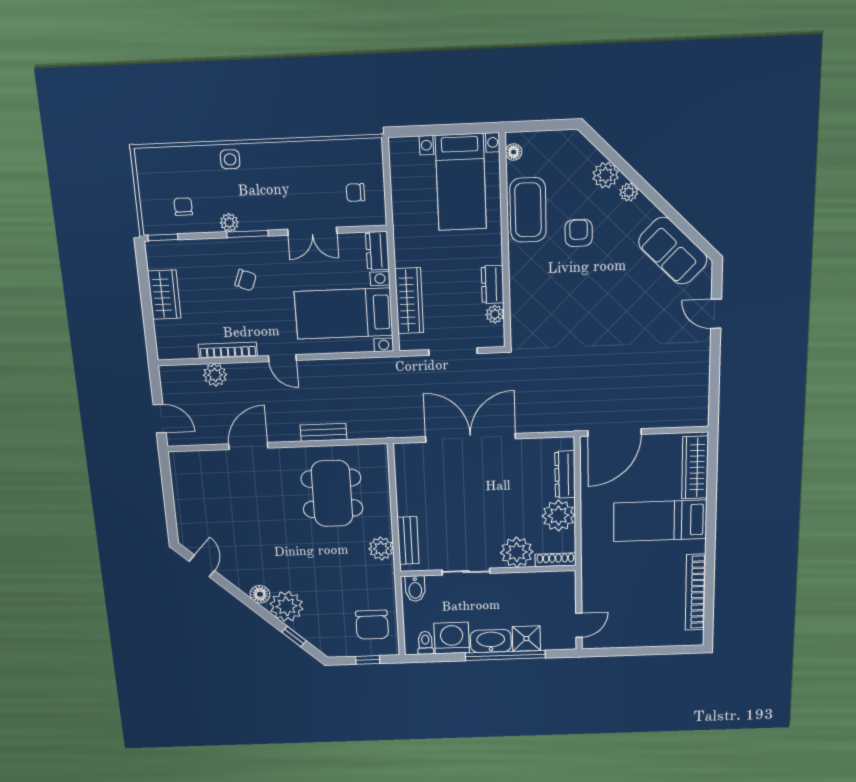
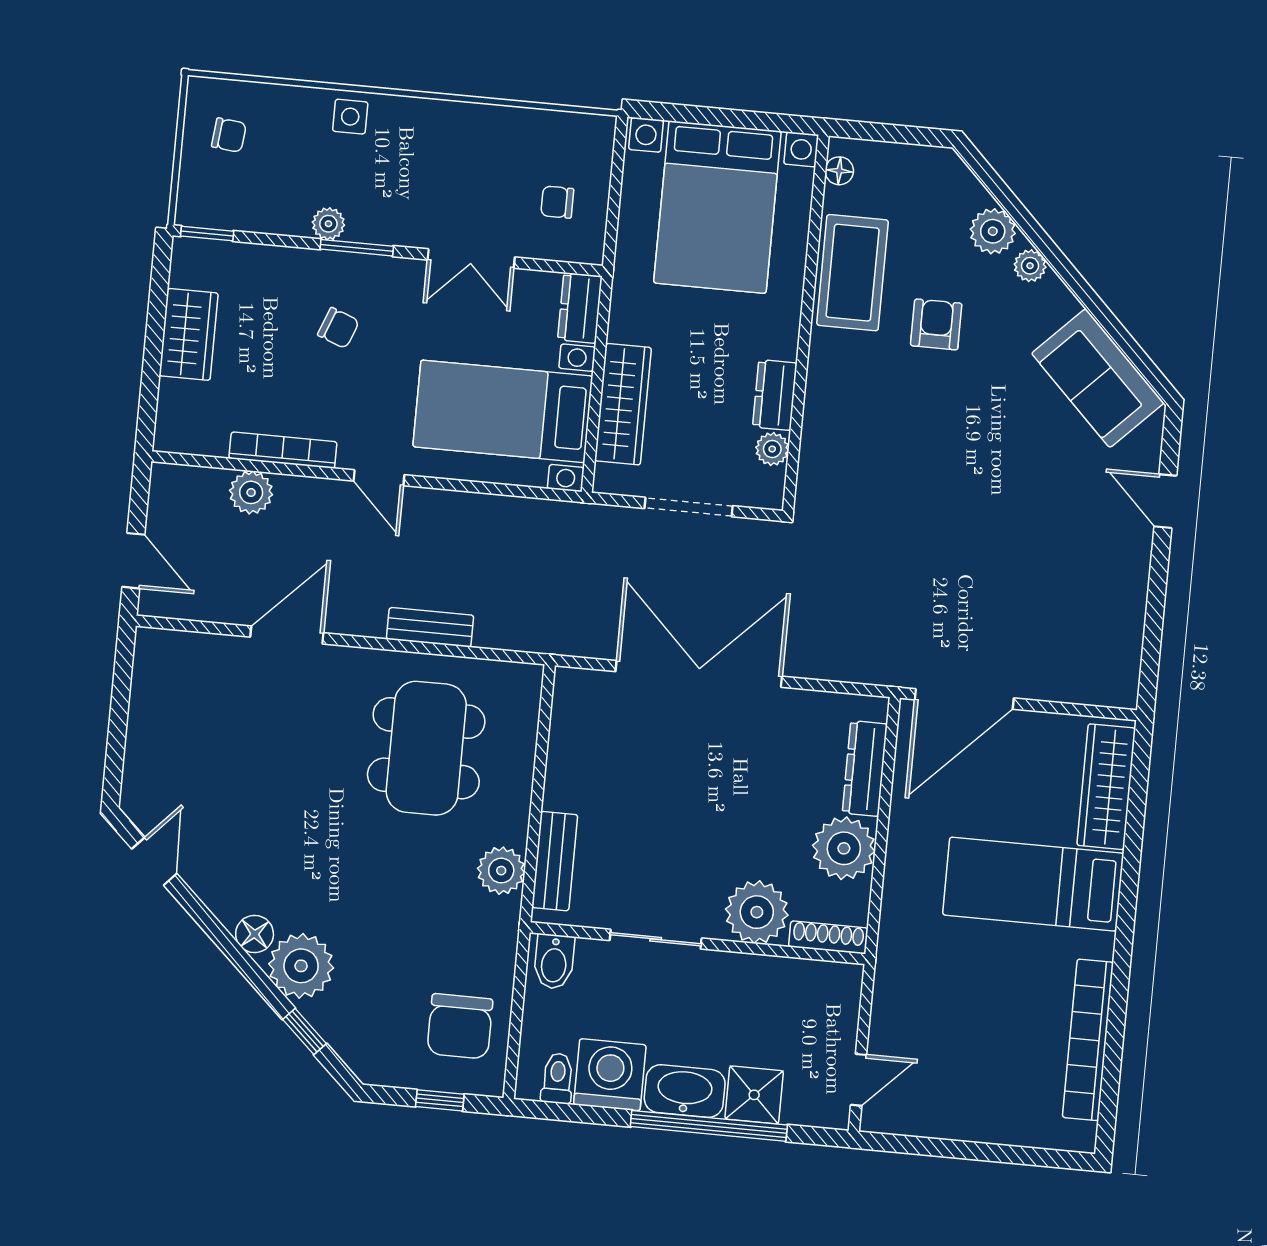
bed with nightstands: (461, 182) -> (717, 207), width x1.36
chair: (183, 207) -> (229, 135), moved, turned 96

